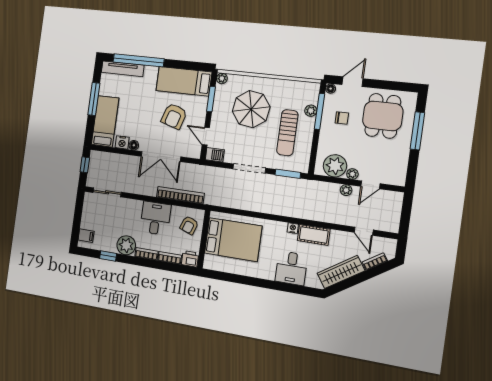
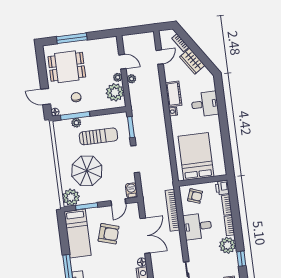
plant: (222, 78) -> (71, 197), width x1.88, depth x1.88
wardrobe: (341, 272) -> (192, 61), width x0.67

